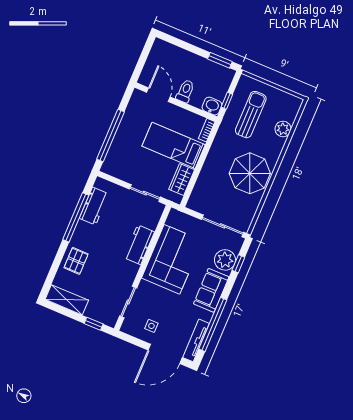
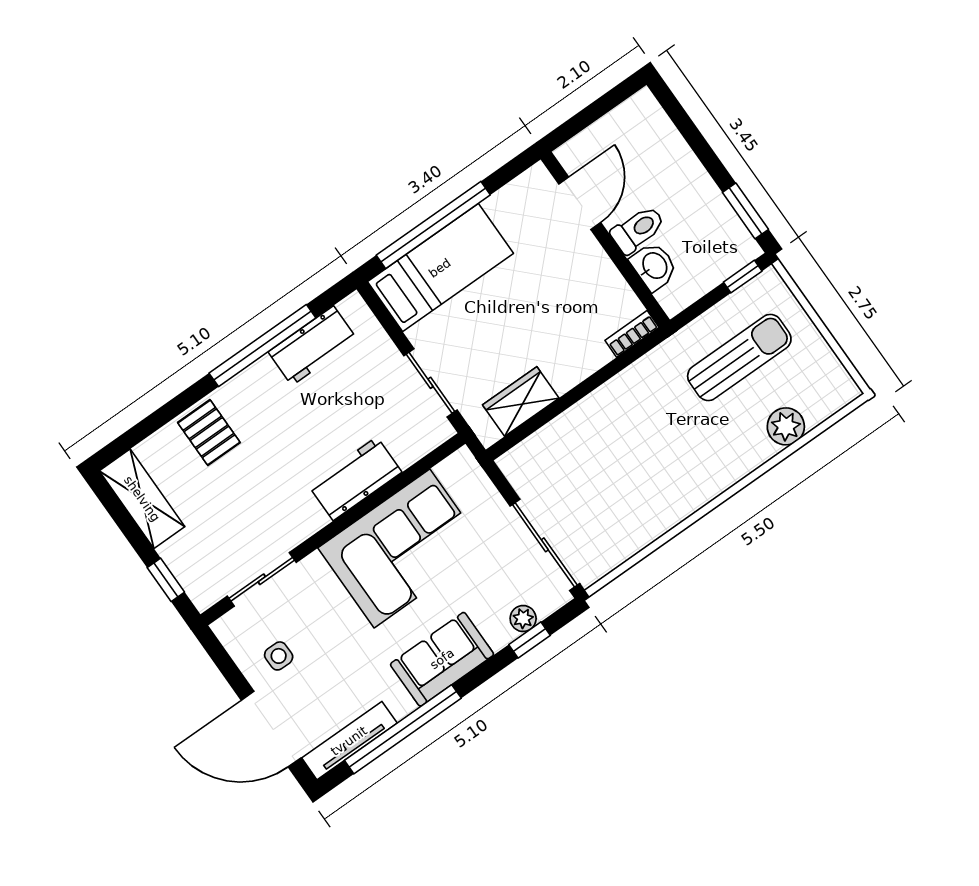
window: (227, 101) -> (743, 277), moved
washbasin: (212, 106) -> (654, 266), moved
bed: (174, 145) -> (440, 268), moved, turned 90
parasol: (250, 173) -> (664, 474), removed
plant: (225, 260) -> (523, 619), width x0.53, depth x0.53
pallet: (76, 261) -> (209, 433), turned 90

